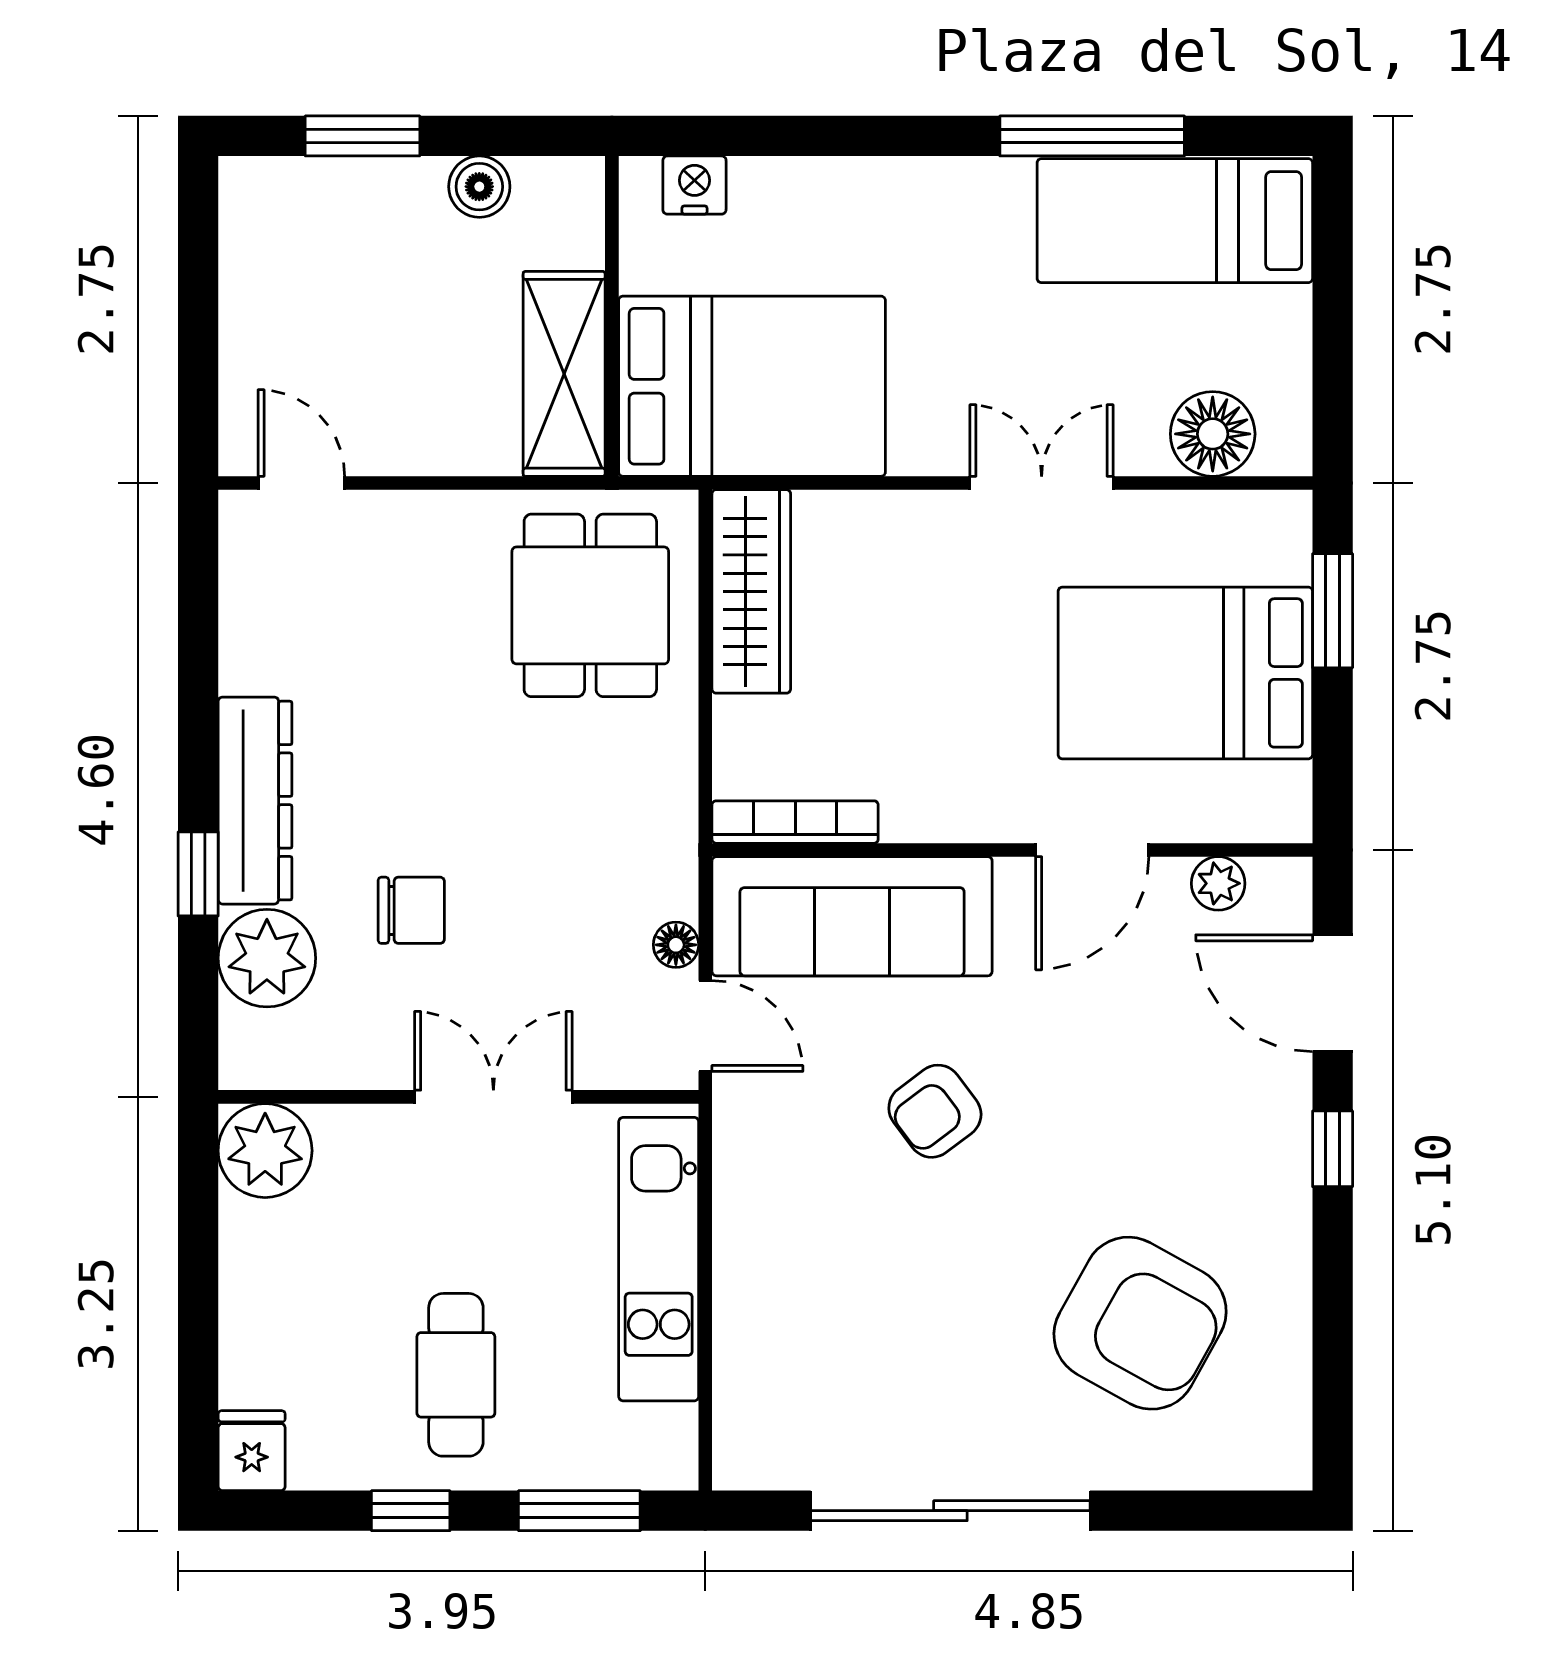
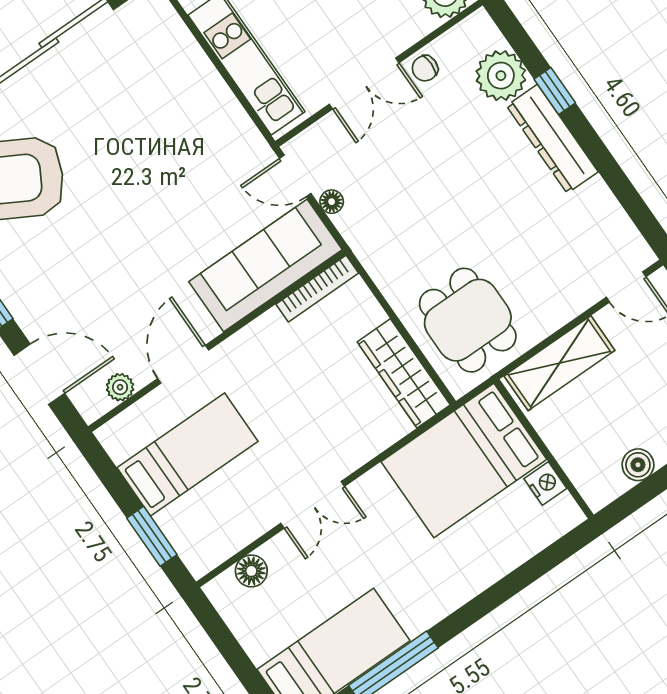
nightstand: (694, 185) -> (545, 484), moved, turned -90
shelving: (564, 374) -> (559, 363), moved, turned 90
floor lamp: (1213, 434) -> (251, 571), width x0.73, depth x0.73
bed: (1185, 673) -> (187, 454), width x0.67
chair: (411, 910) -> (425, 68), moved, width x0.73, depth x0.73
armchair: (935, 1111) -> (173, 207), removed

